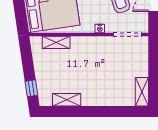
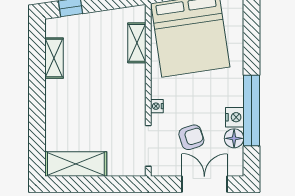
shelving: (142, 92) -> (76, 164), width x1.50, depth x1.33

